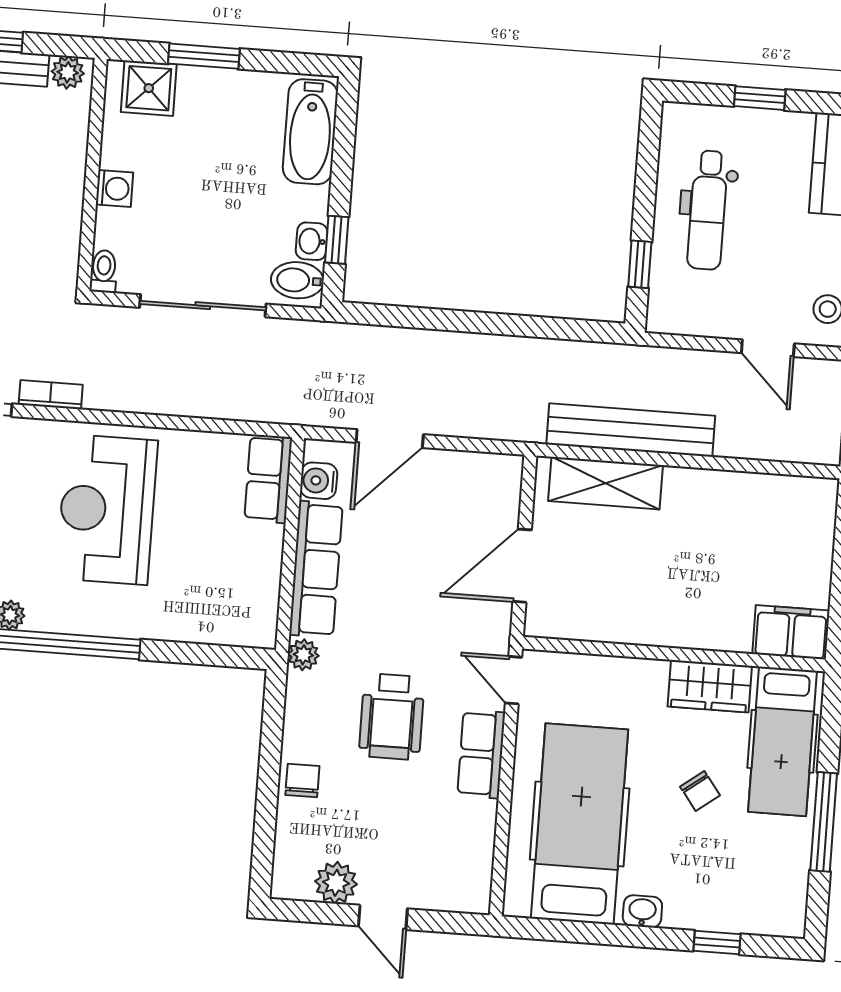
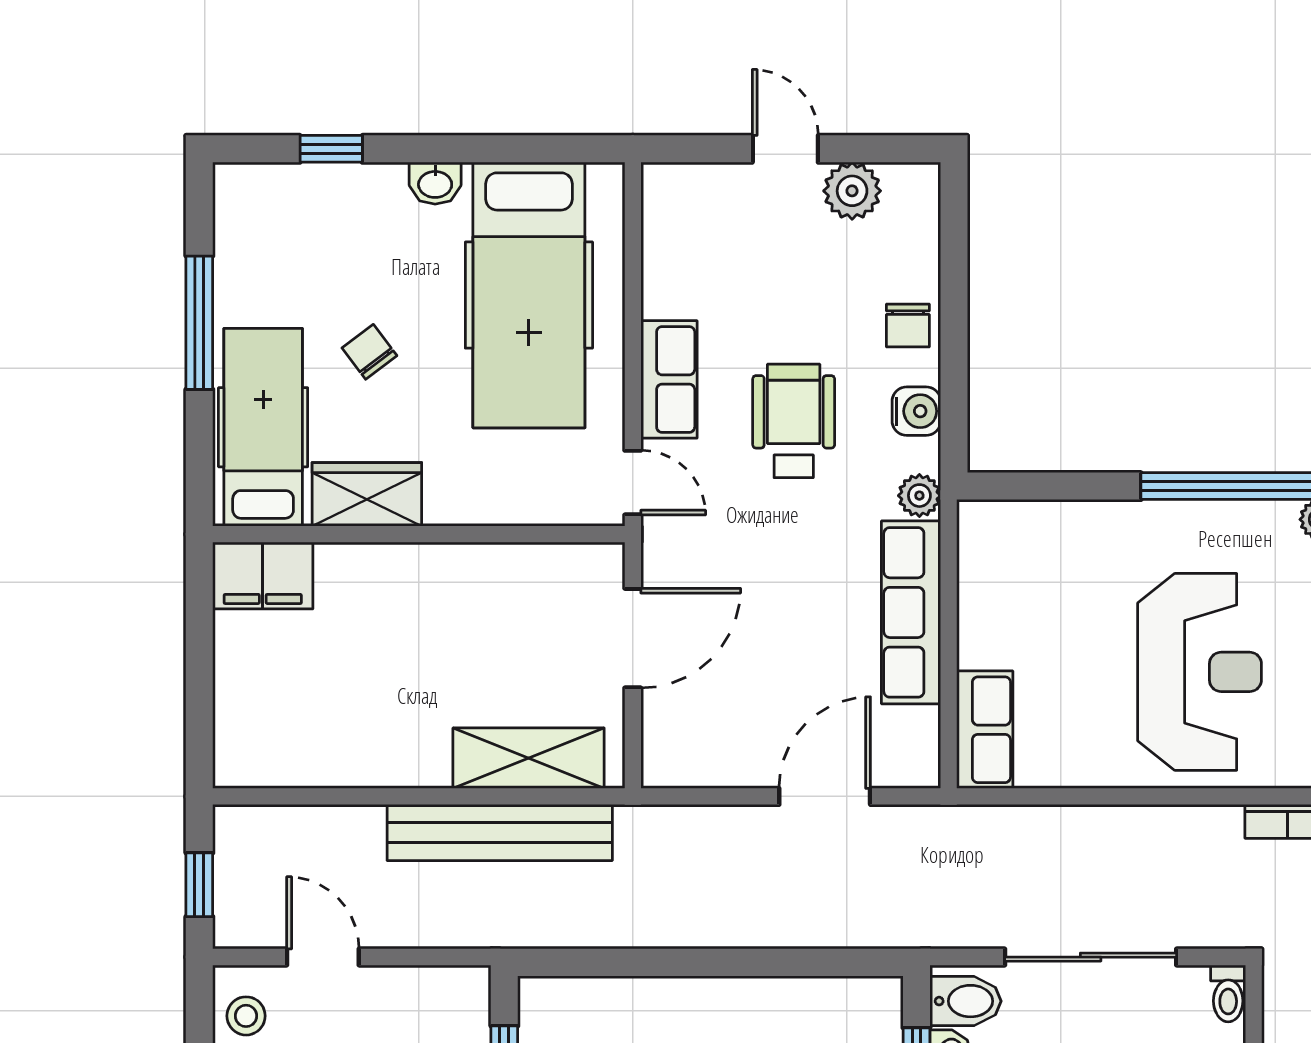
water cooler: (319, 481) -> (916, 411), moved

